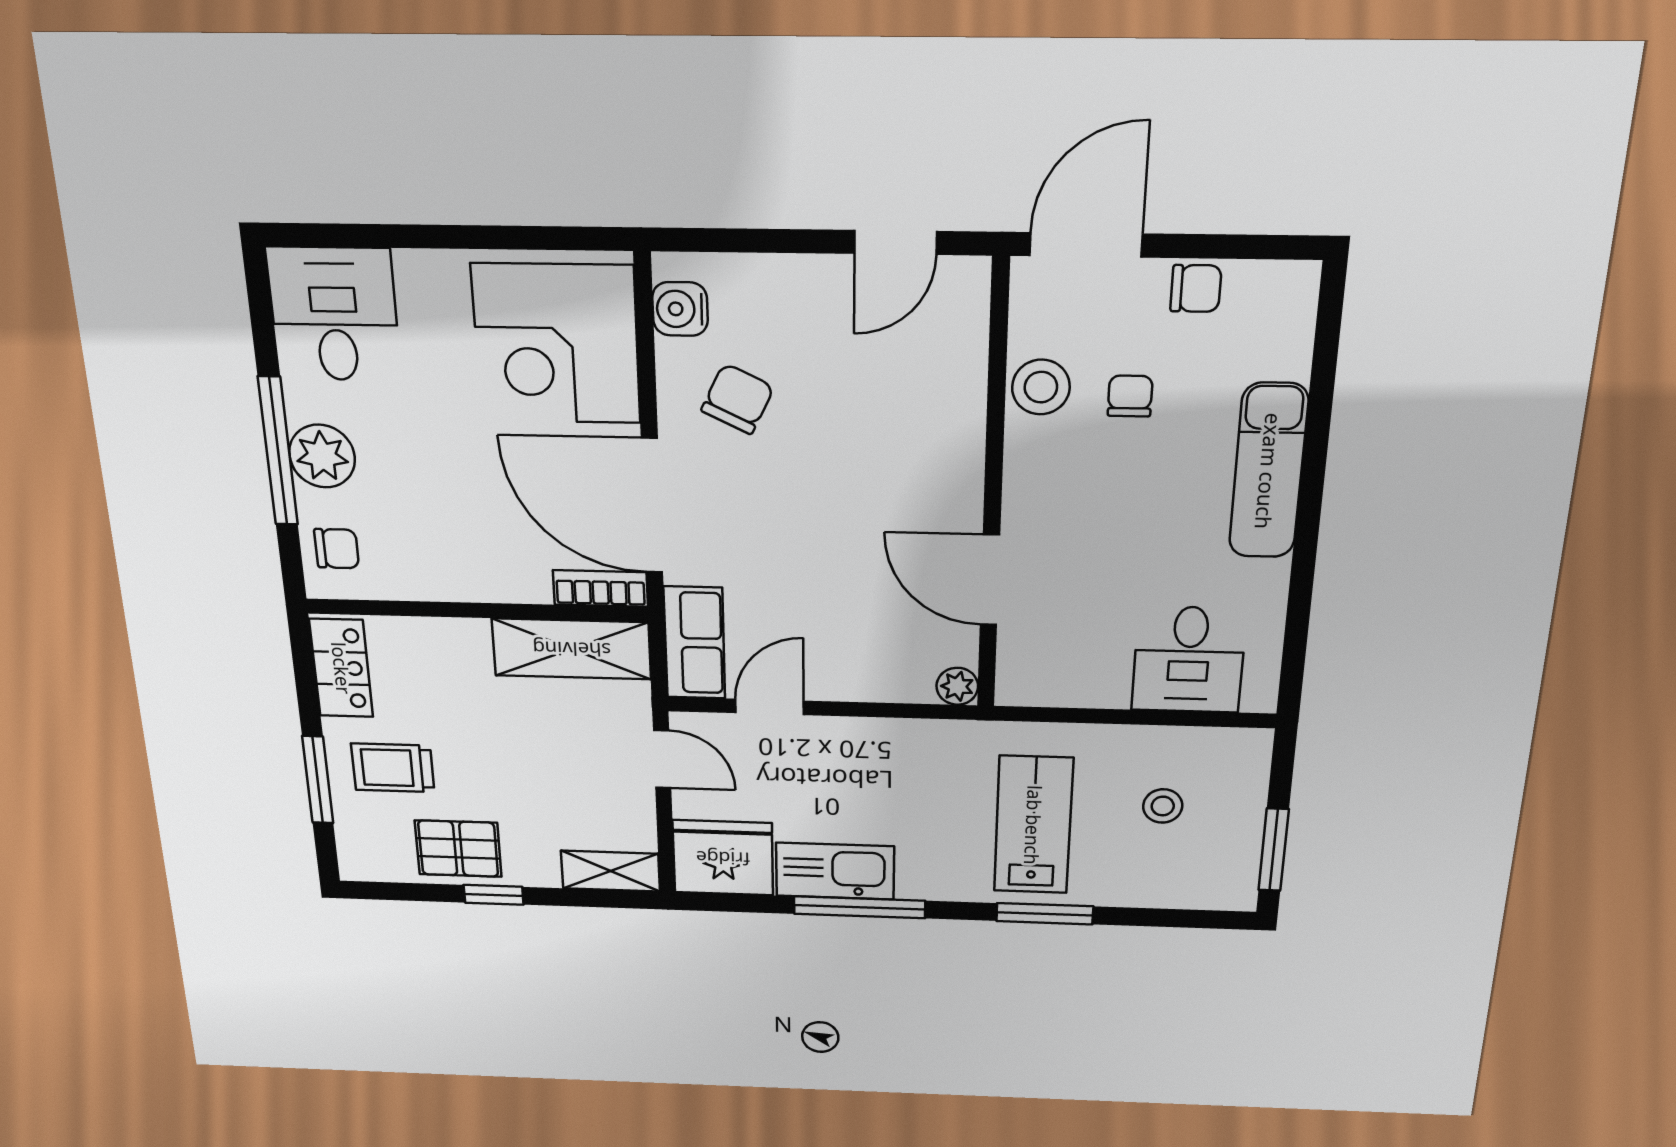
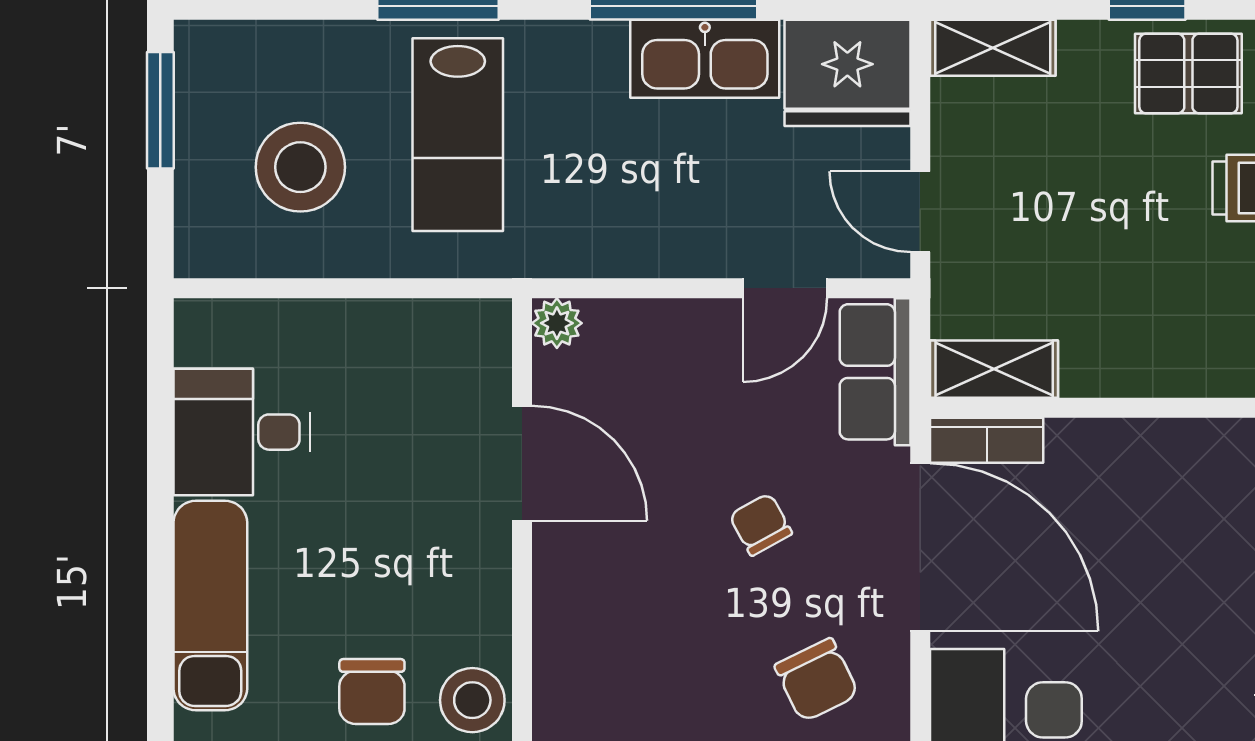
chair: (1130, 396) -> (372, 691), width x1.37, depth x1.37
chair: (738, 399) -> (817, 680), turned -52
chair: (788, 527) -> (761, 524), added
shelving: (572, 649) -> (994, 369), width x0.67, depth x0.75
desk: (1189, 660) -> (242, 432), moved, turned -90
stool: (1163, 806) -> (300, 167), width x1.89, depth x1.89

